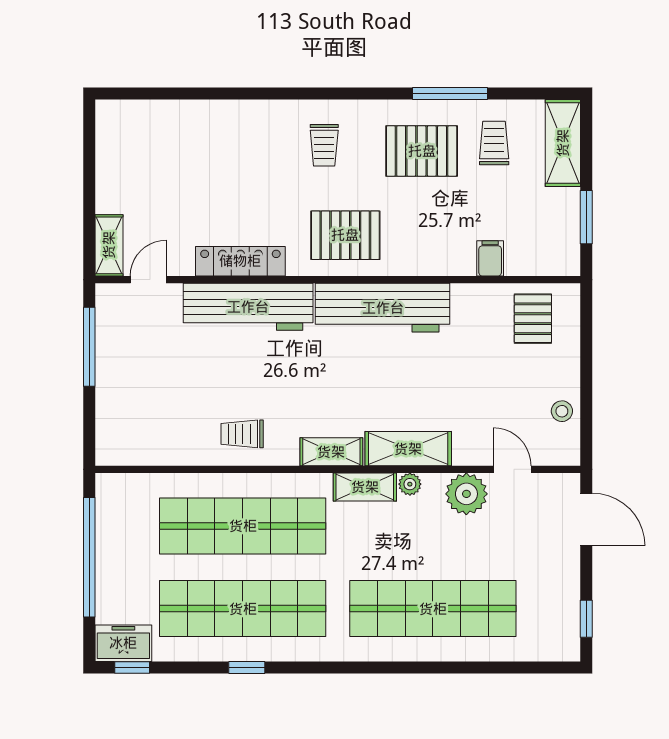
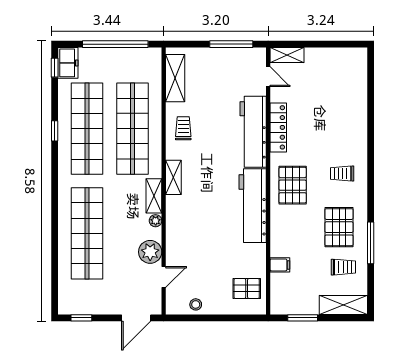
shelving: (408, 449) -> (175, 78), moved

